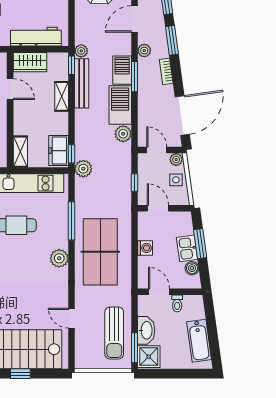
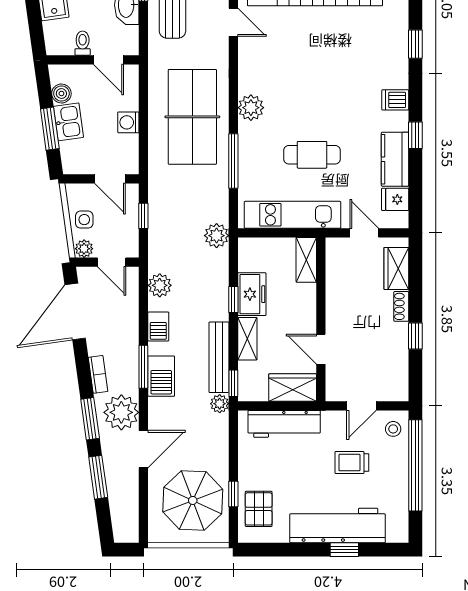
plant: (144, 51) -> (121, 412), width x1.87, depth x1.87
barbecue: (120, 105) -> (158, 326), width x0.53, depth x0.65
freezer: (59, 151) -> (252, 294), moved
window: (72, 154) -> (233, 299), moved

